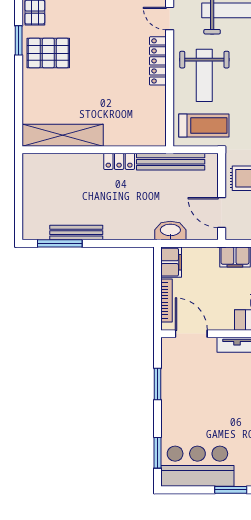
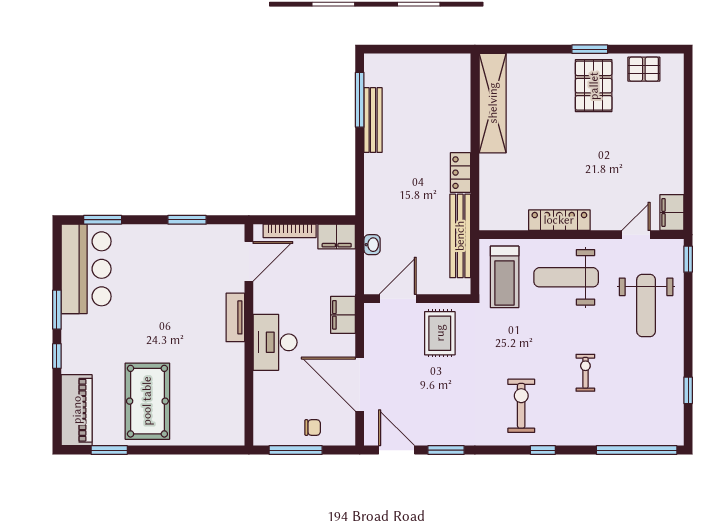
window: (19, 40) -> (590, 49), moved
locker: (158, 61) -> (559, 220), moved
washbasin: (170, 231) -> (372, 245), width x0.52, depth x0.69

